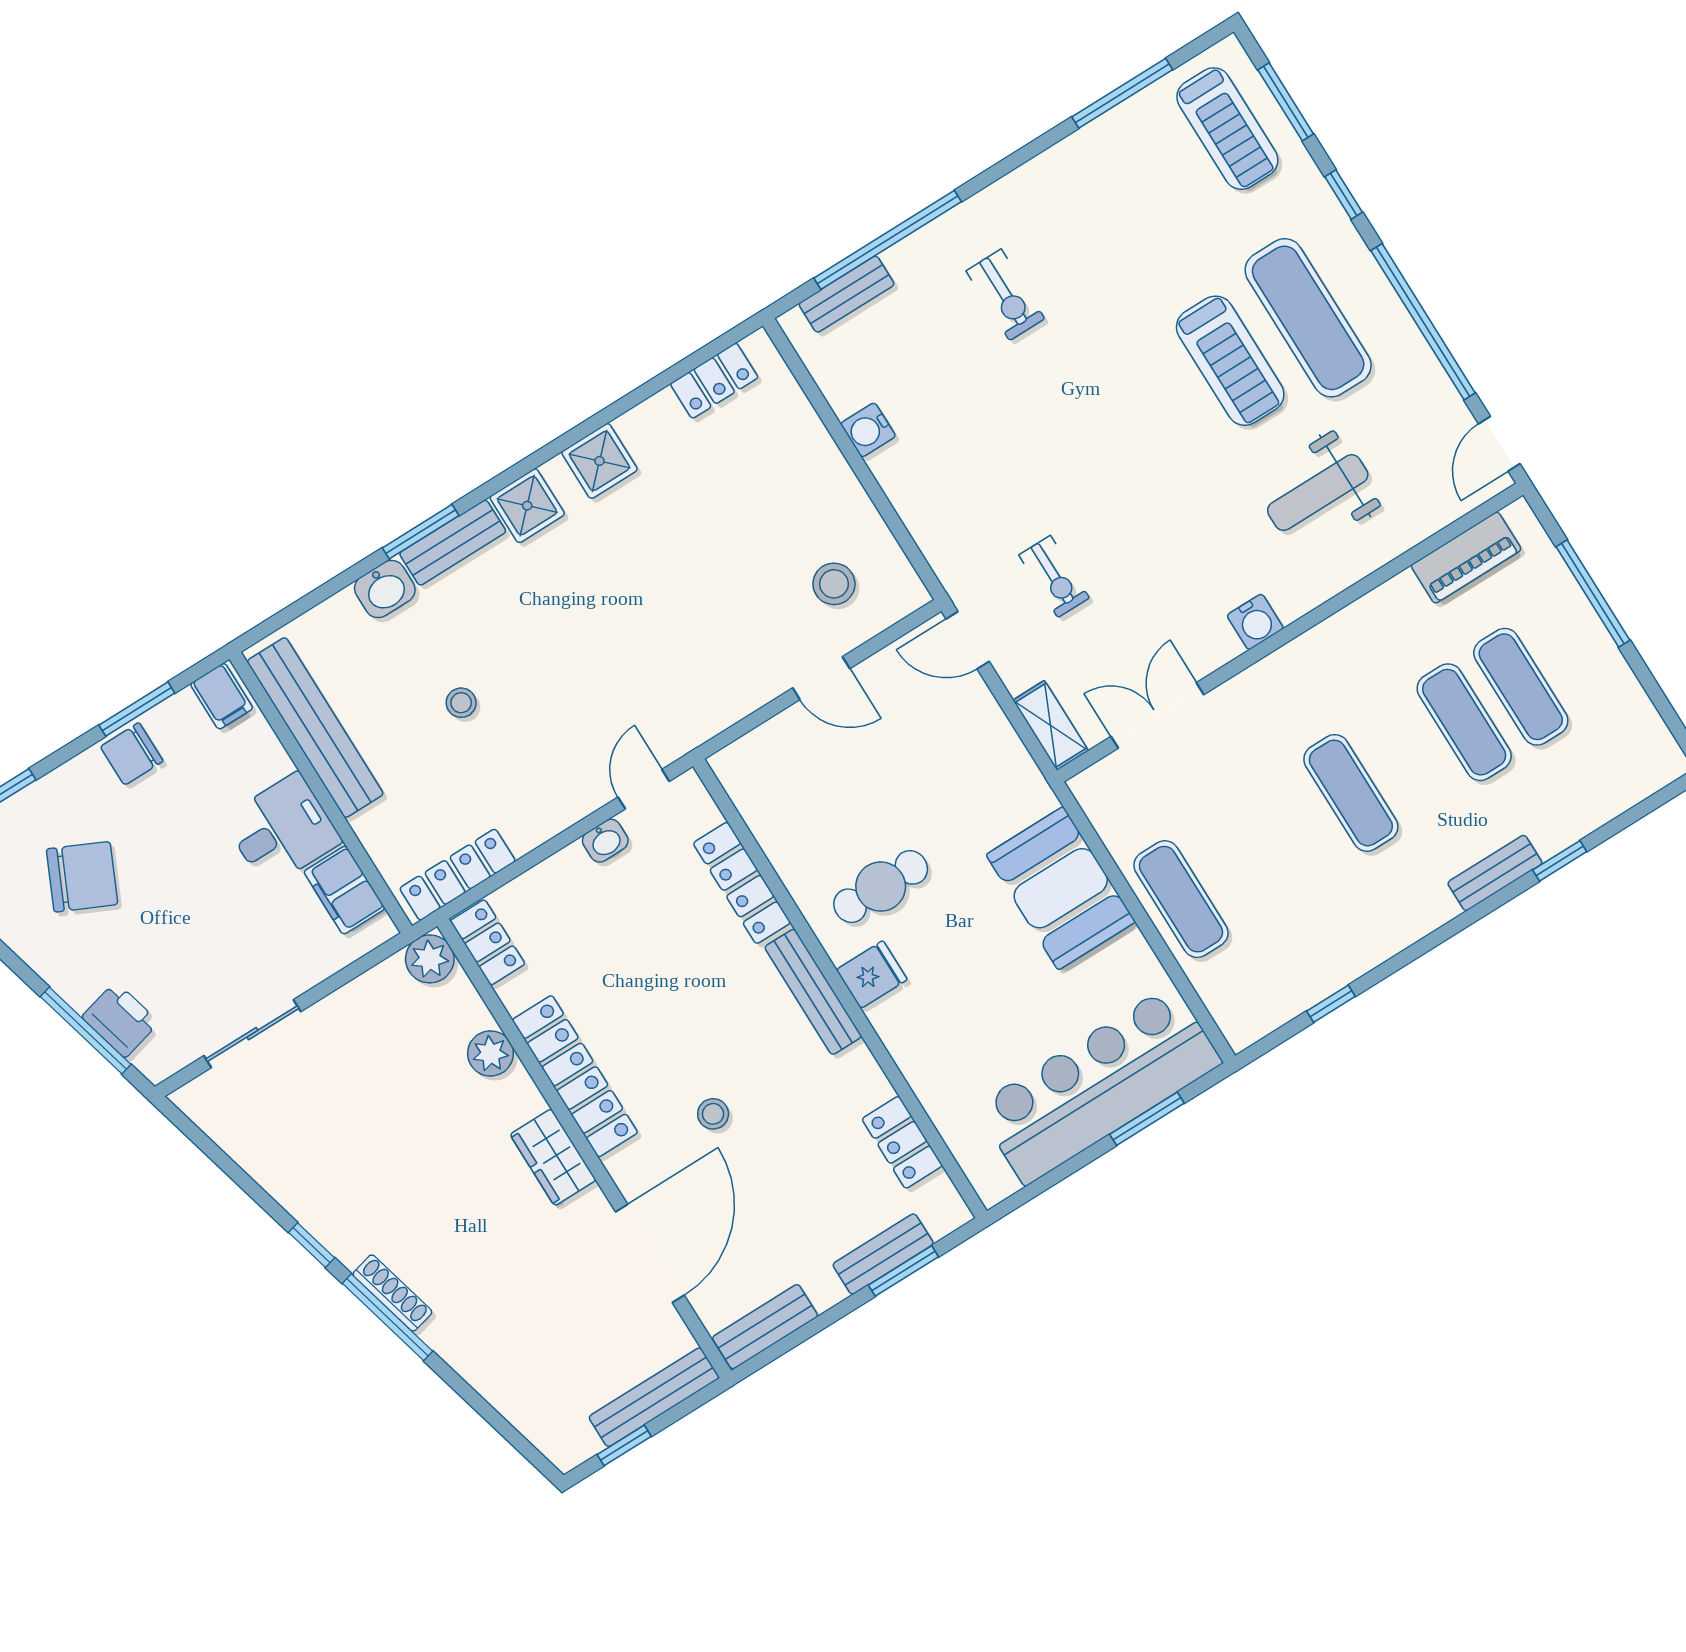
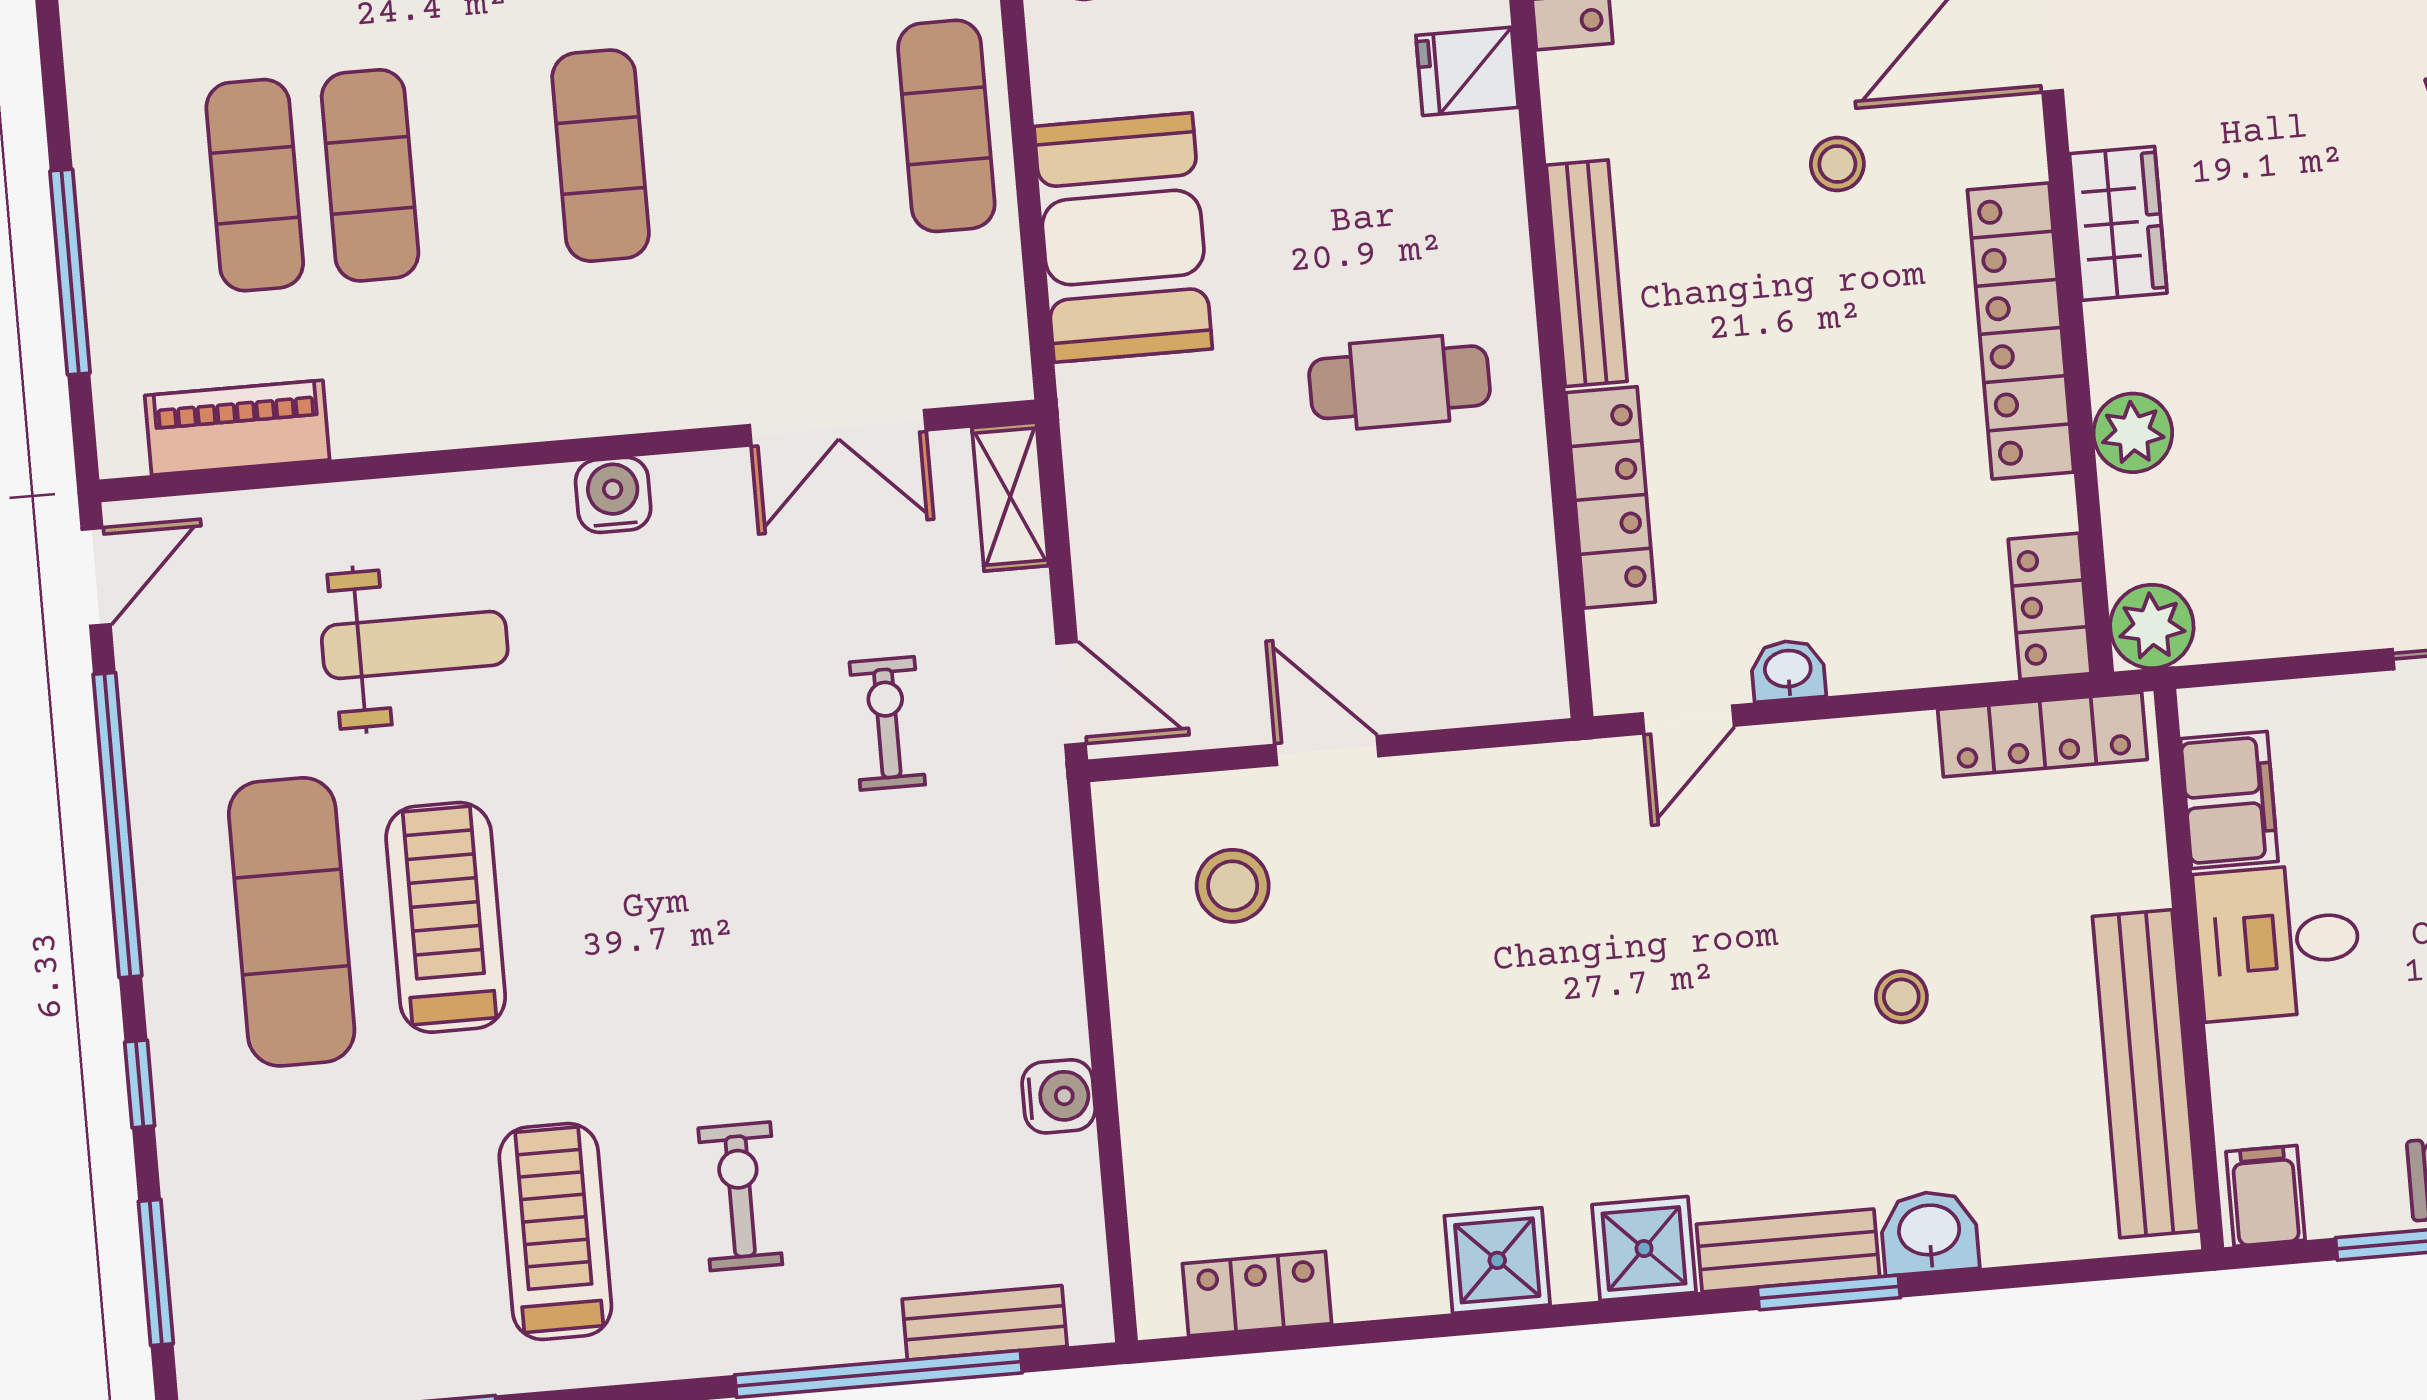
treadmill: (1227, 129) -> (555, 1231), moved
fridge: (872, 975) -> (1467, 71), moved

